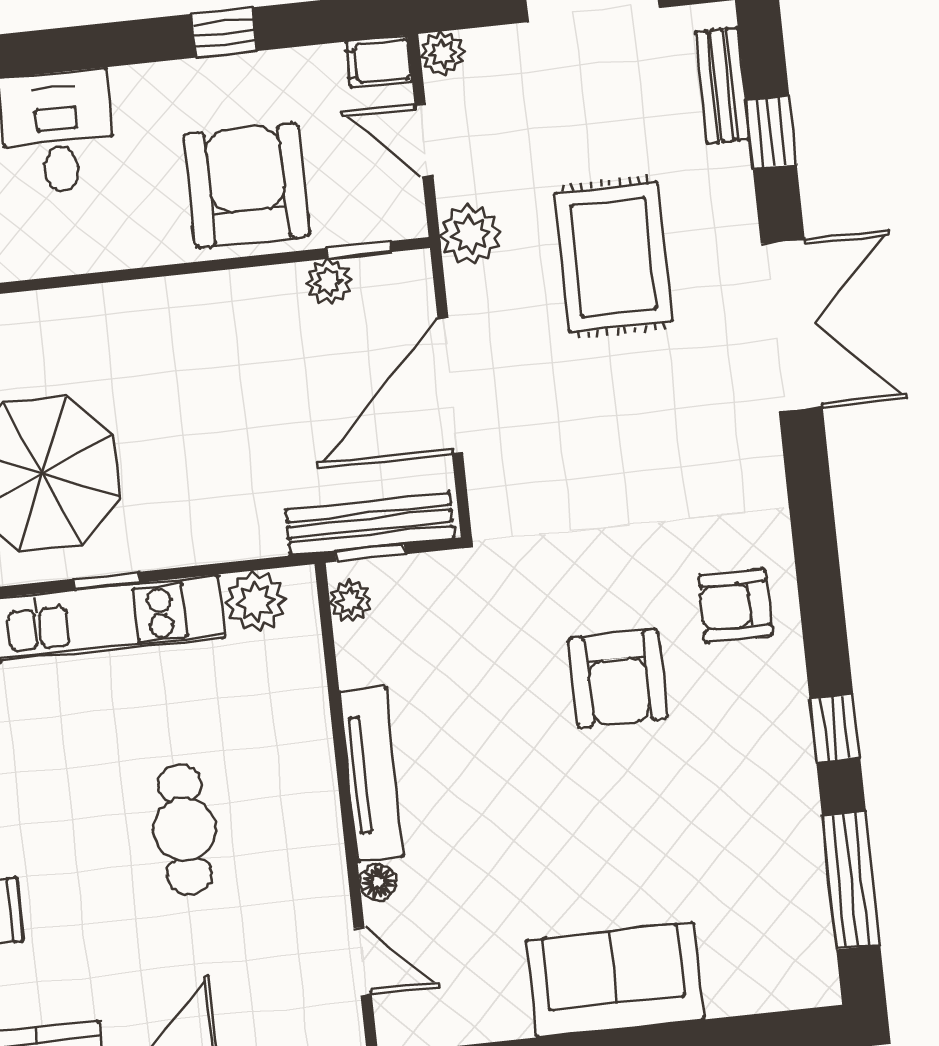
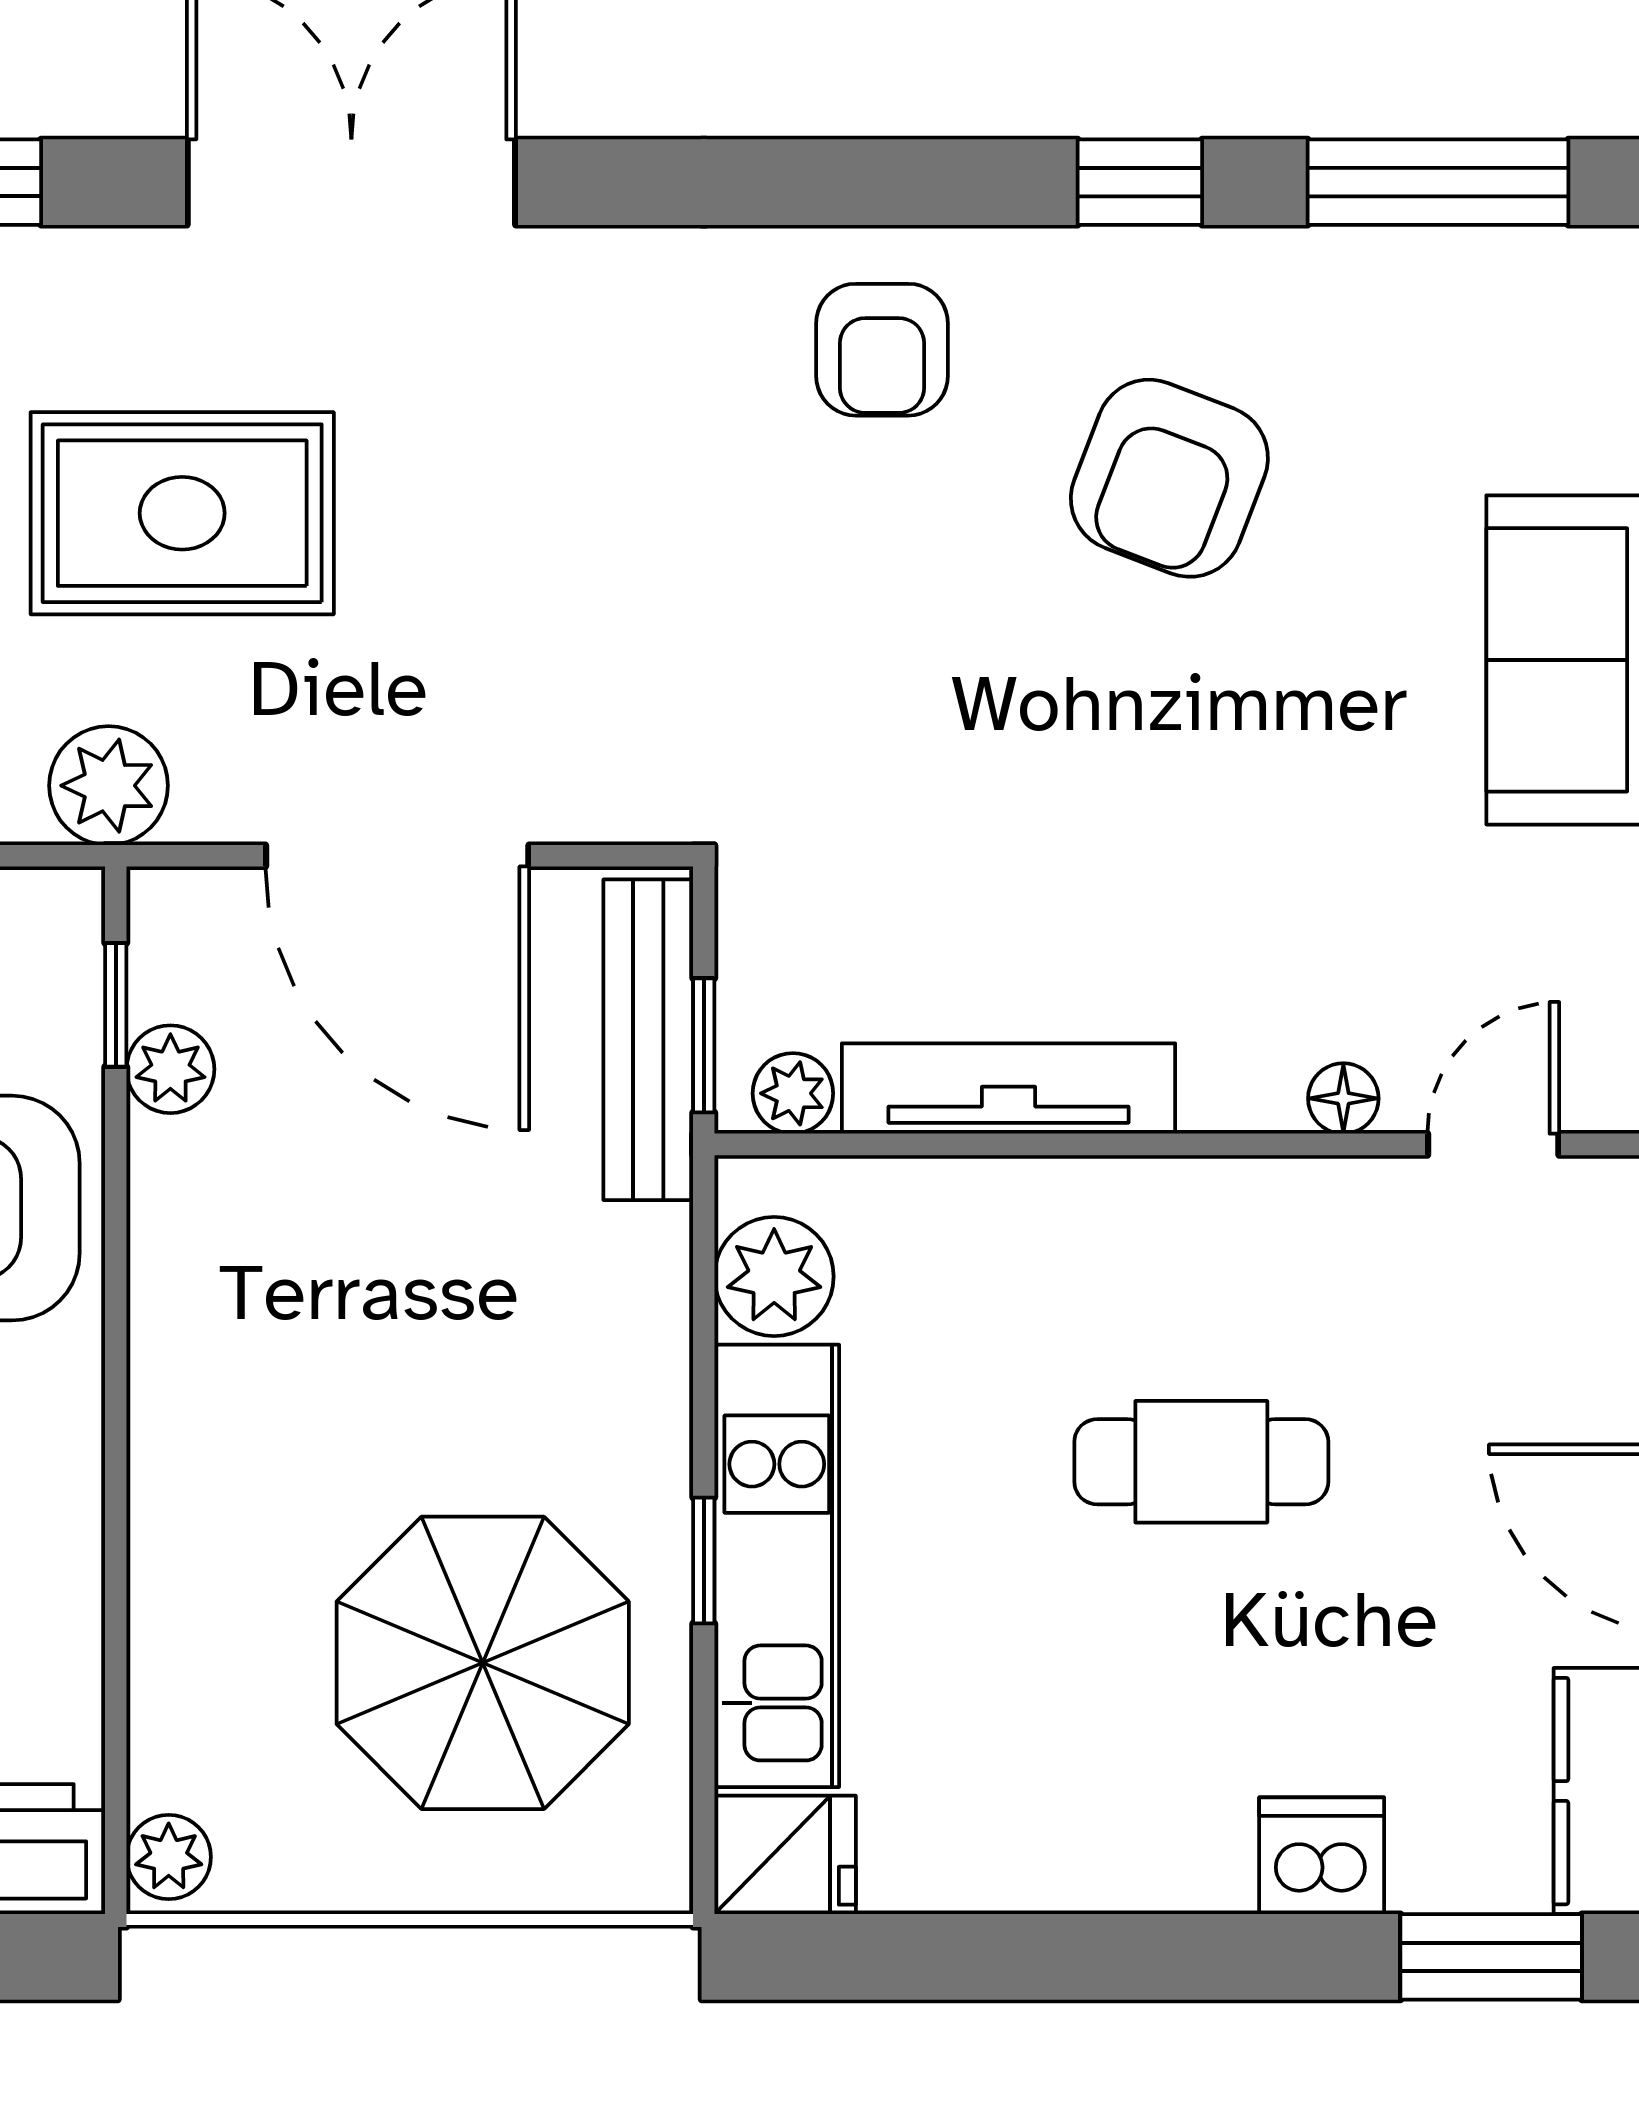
armchair: (618, 679) -> (1169, 478), moved, turned 111
tv unit: (371, 774) -> (1009, 1089), moved

